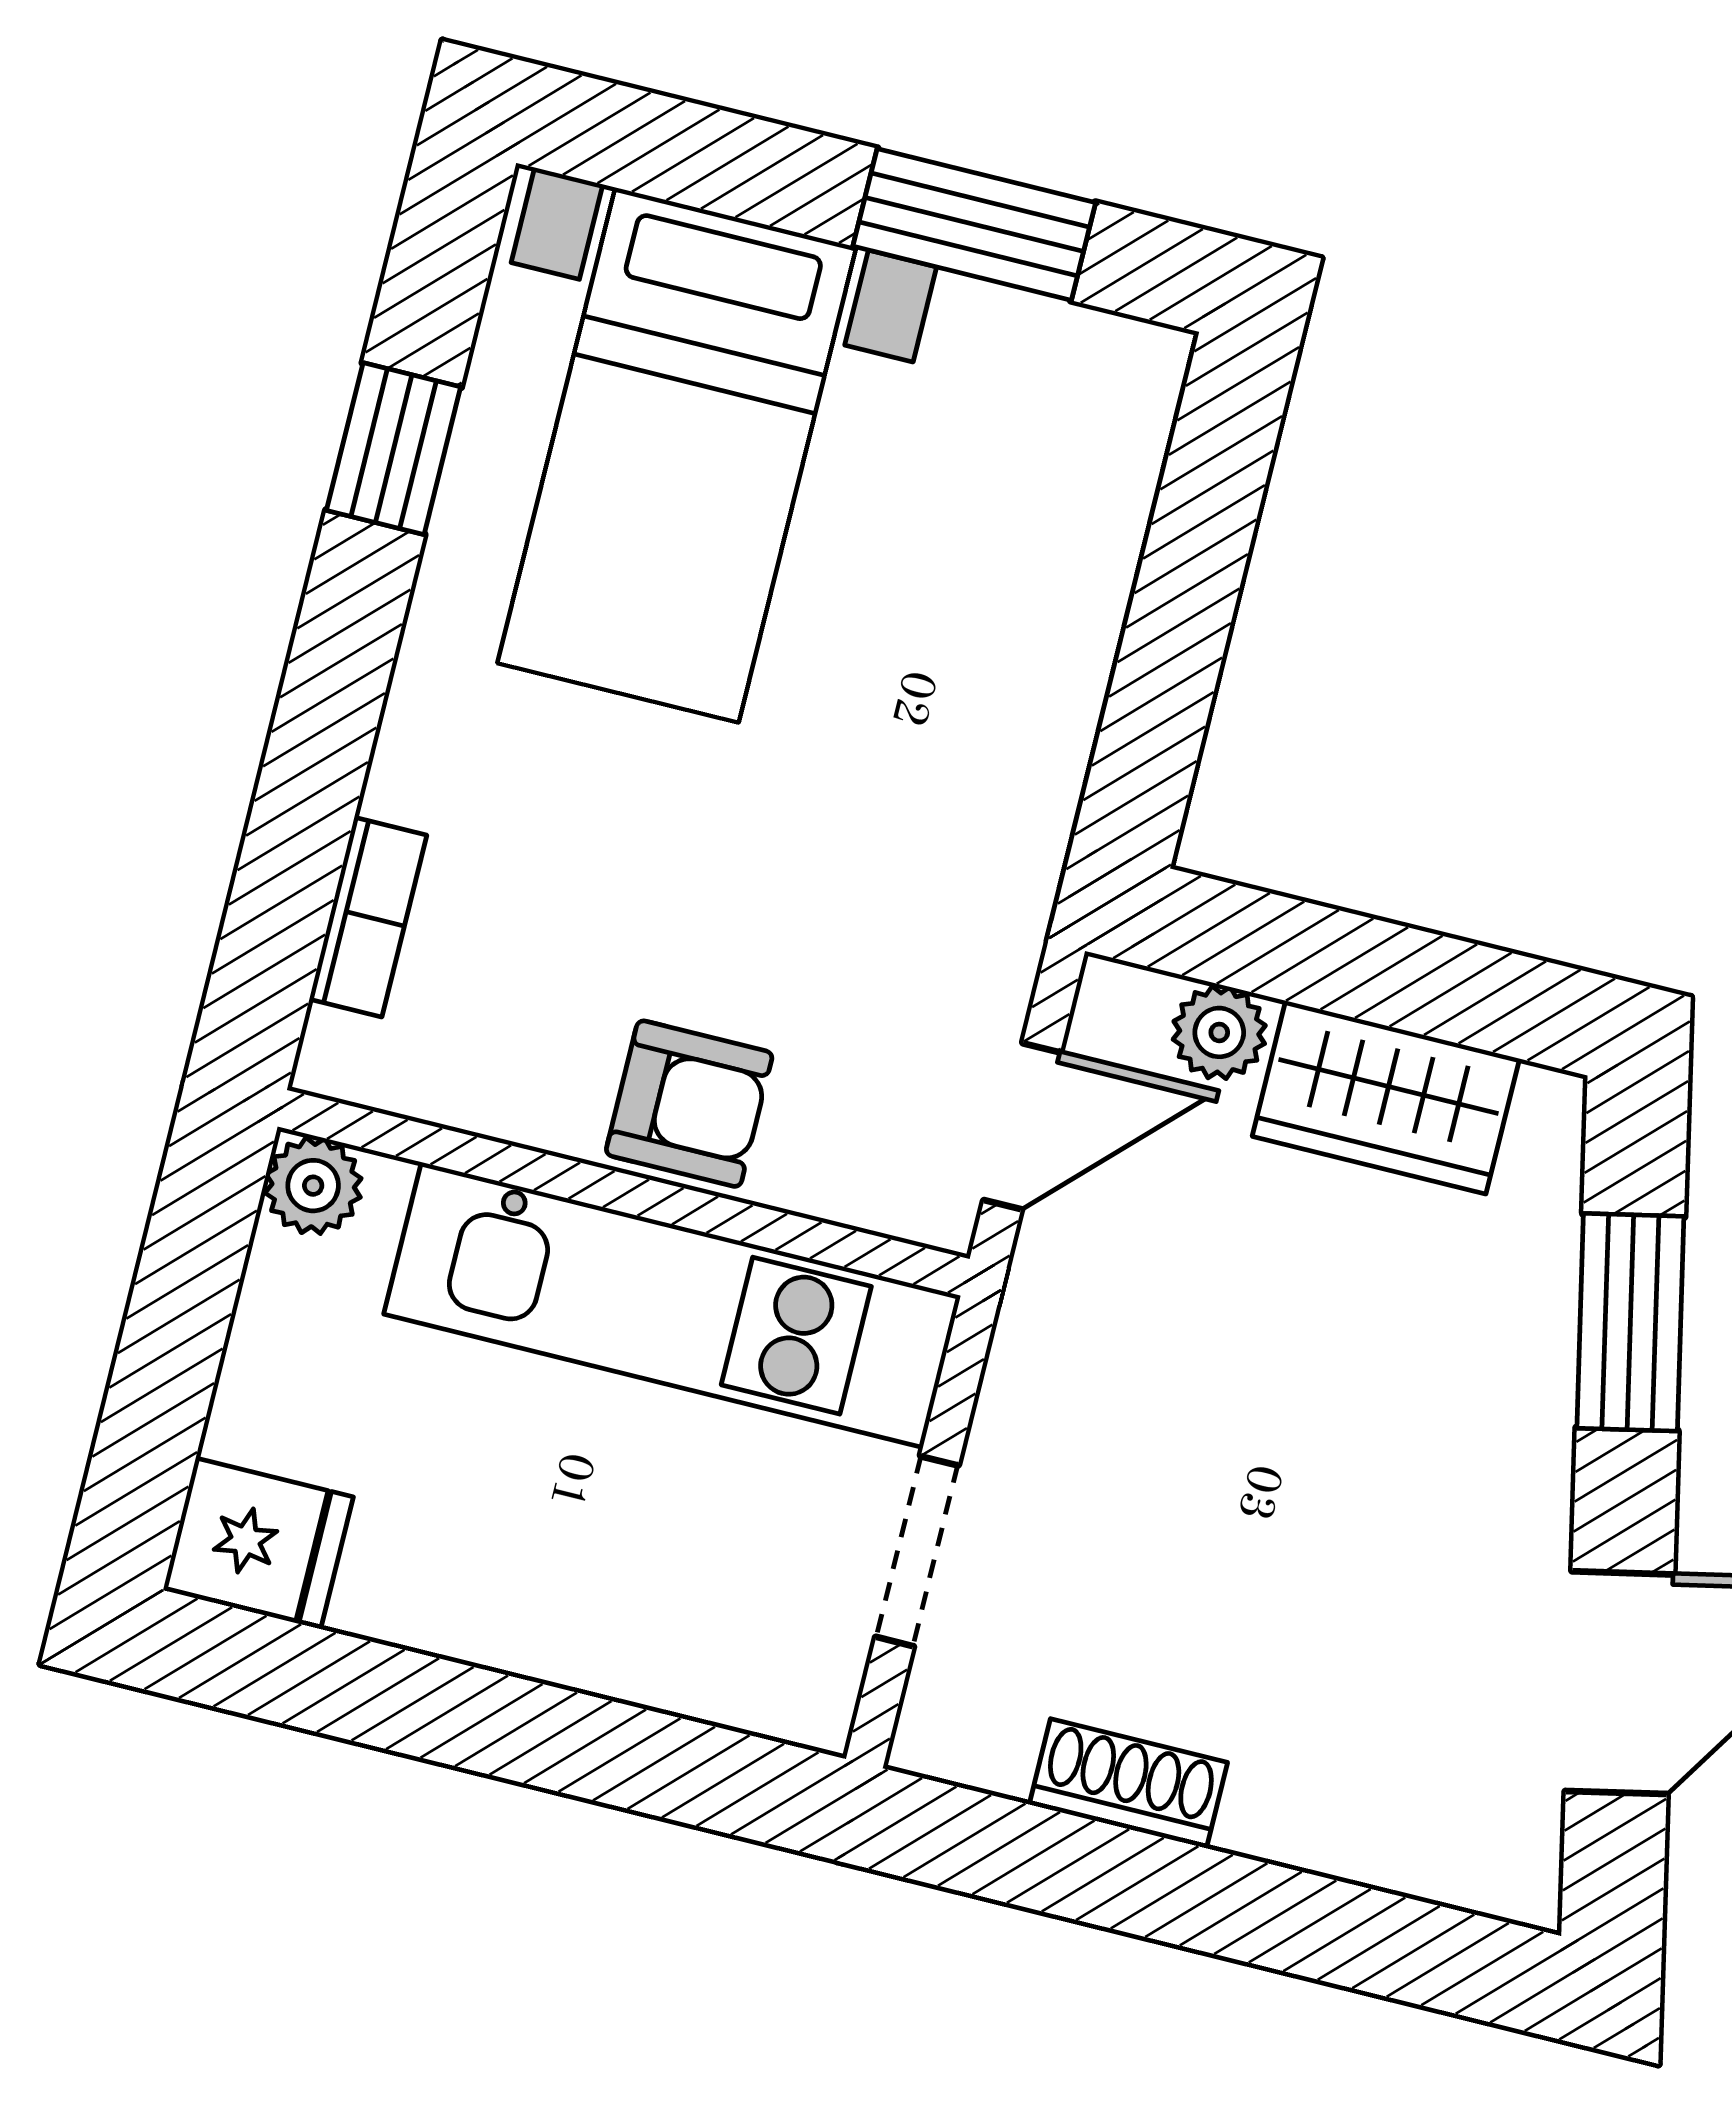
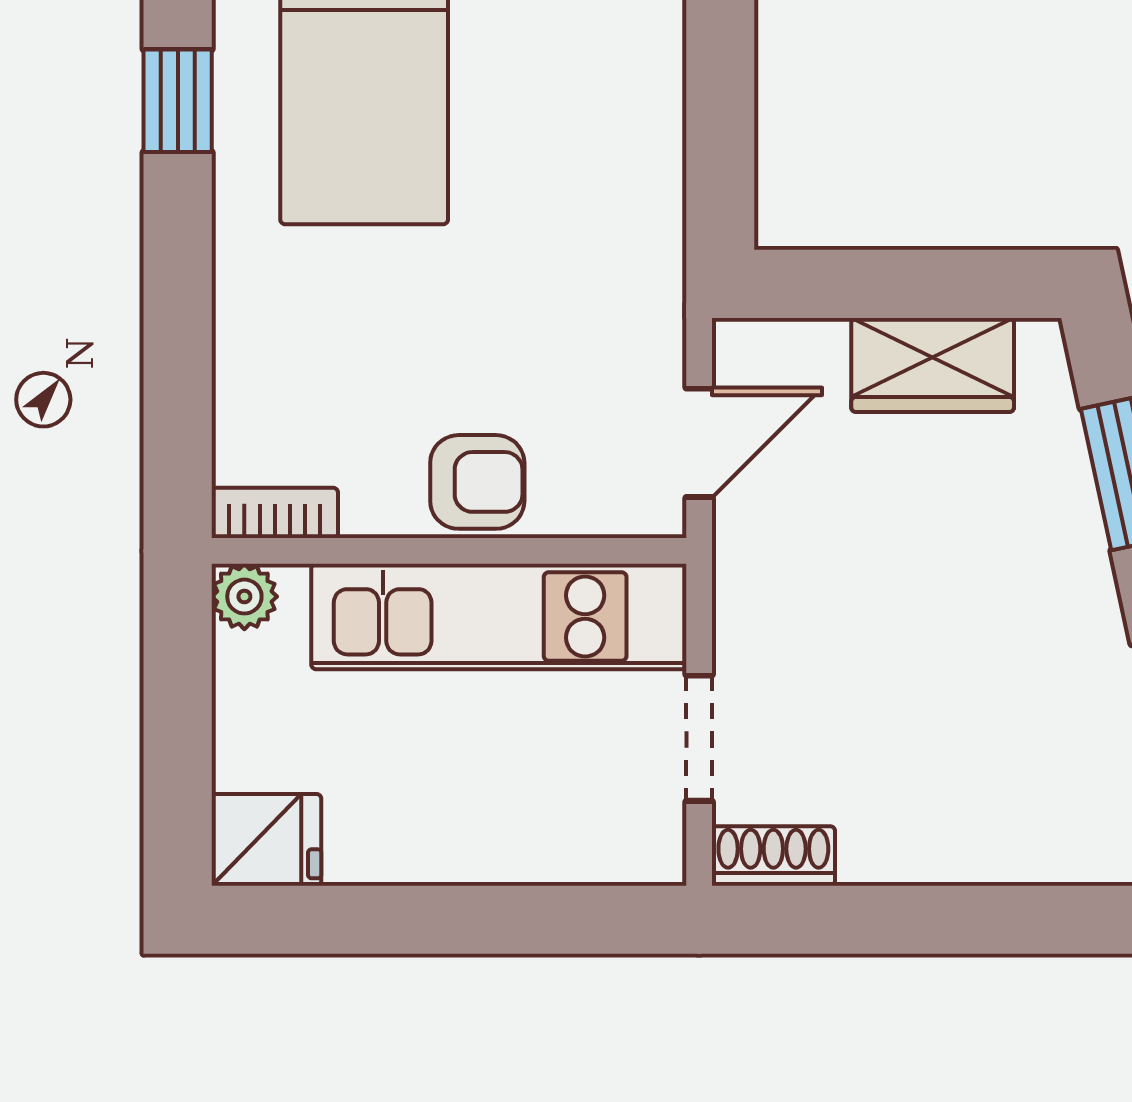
bookcase: (368, 917) -> (275, 513), moved, turned -90
plant: (1219, 1032) -> (813, 349), removed
shoe rack: (1128, 1783) -> (773, 856), moved

